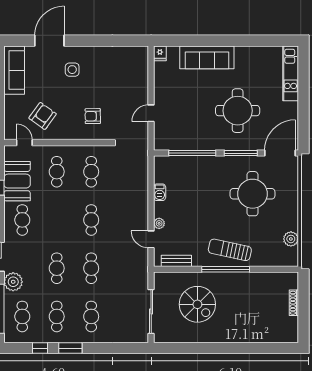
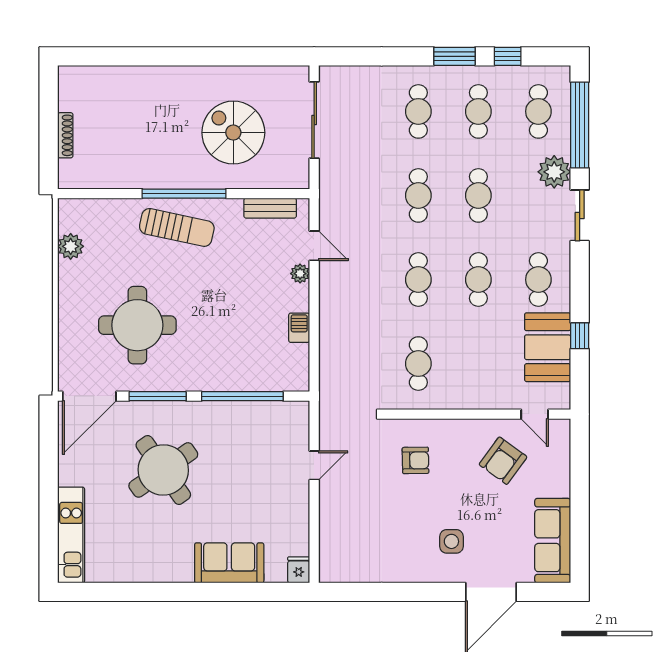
sofa: (207, 57) -> (229, 563), width x0.73
round table: (238, 111) -> (163, 470), turned -35
cafe table: (57, 172) -> (478, 280), moved

